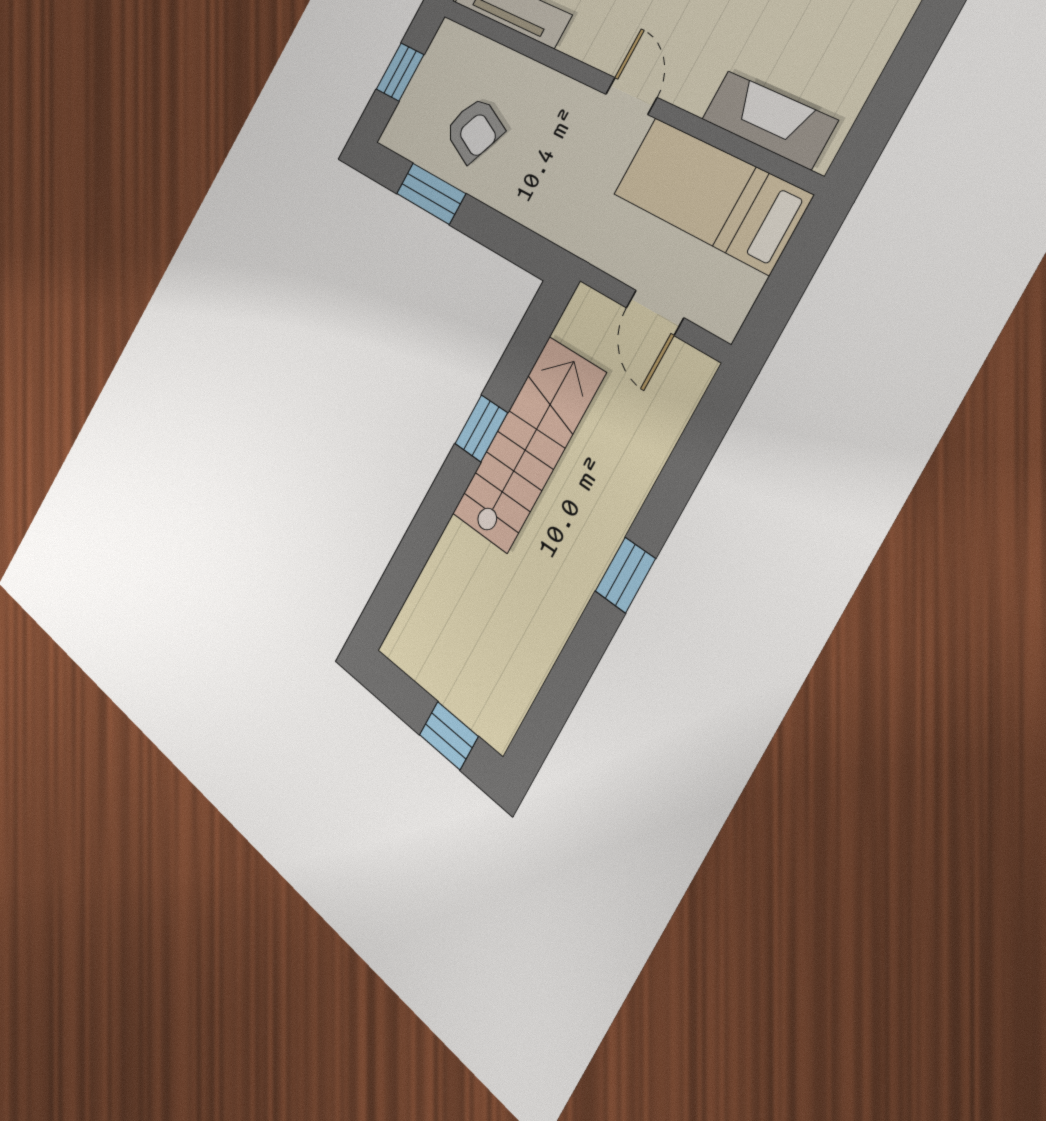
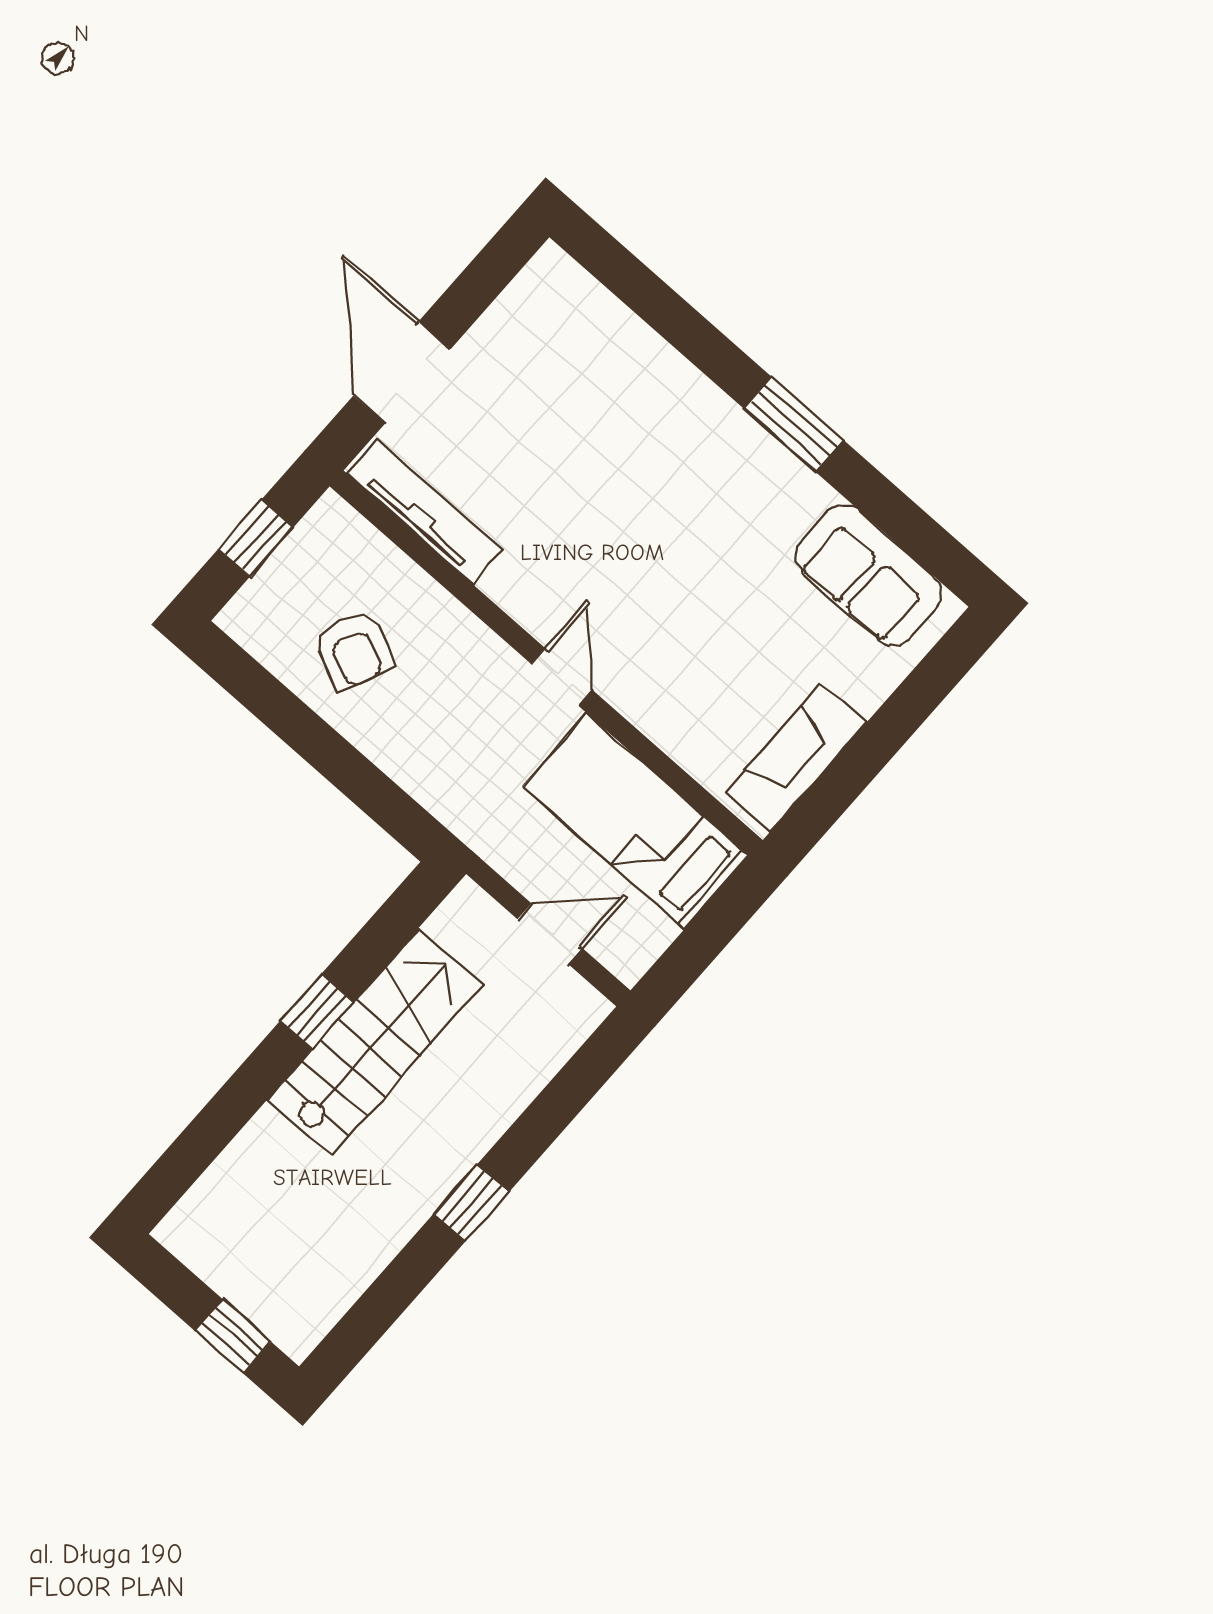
fireplace: (769, 120) -> (796, 758), moved, turned -90
window: (431, 194) -> (283, 712), removed
door: (655, 313) -> (550, 934), swing flipped

